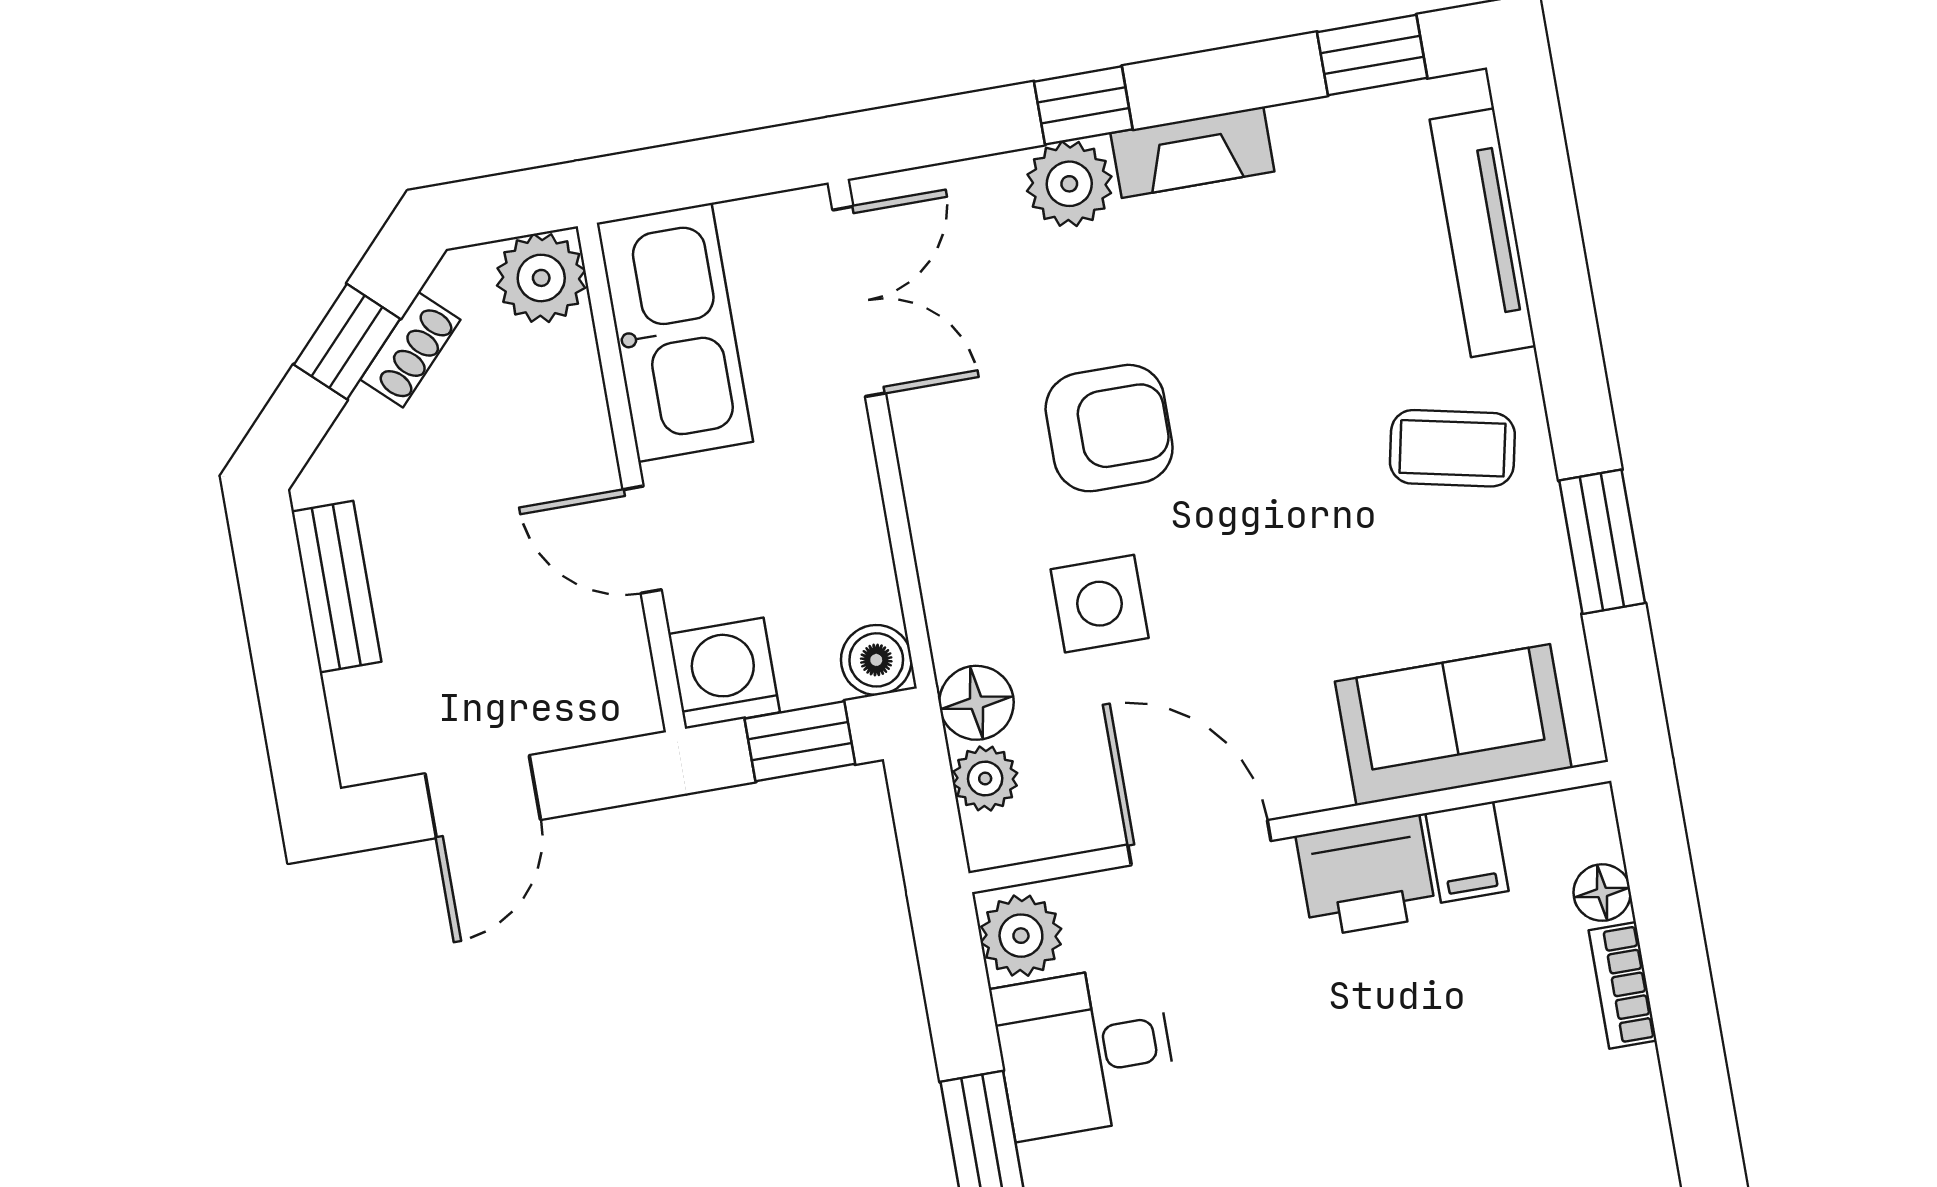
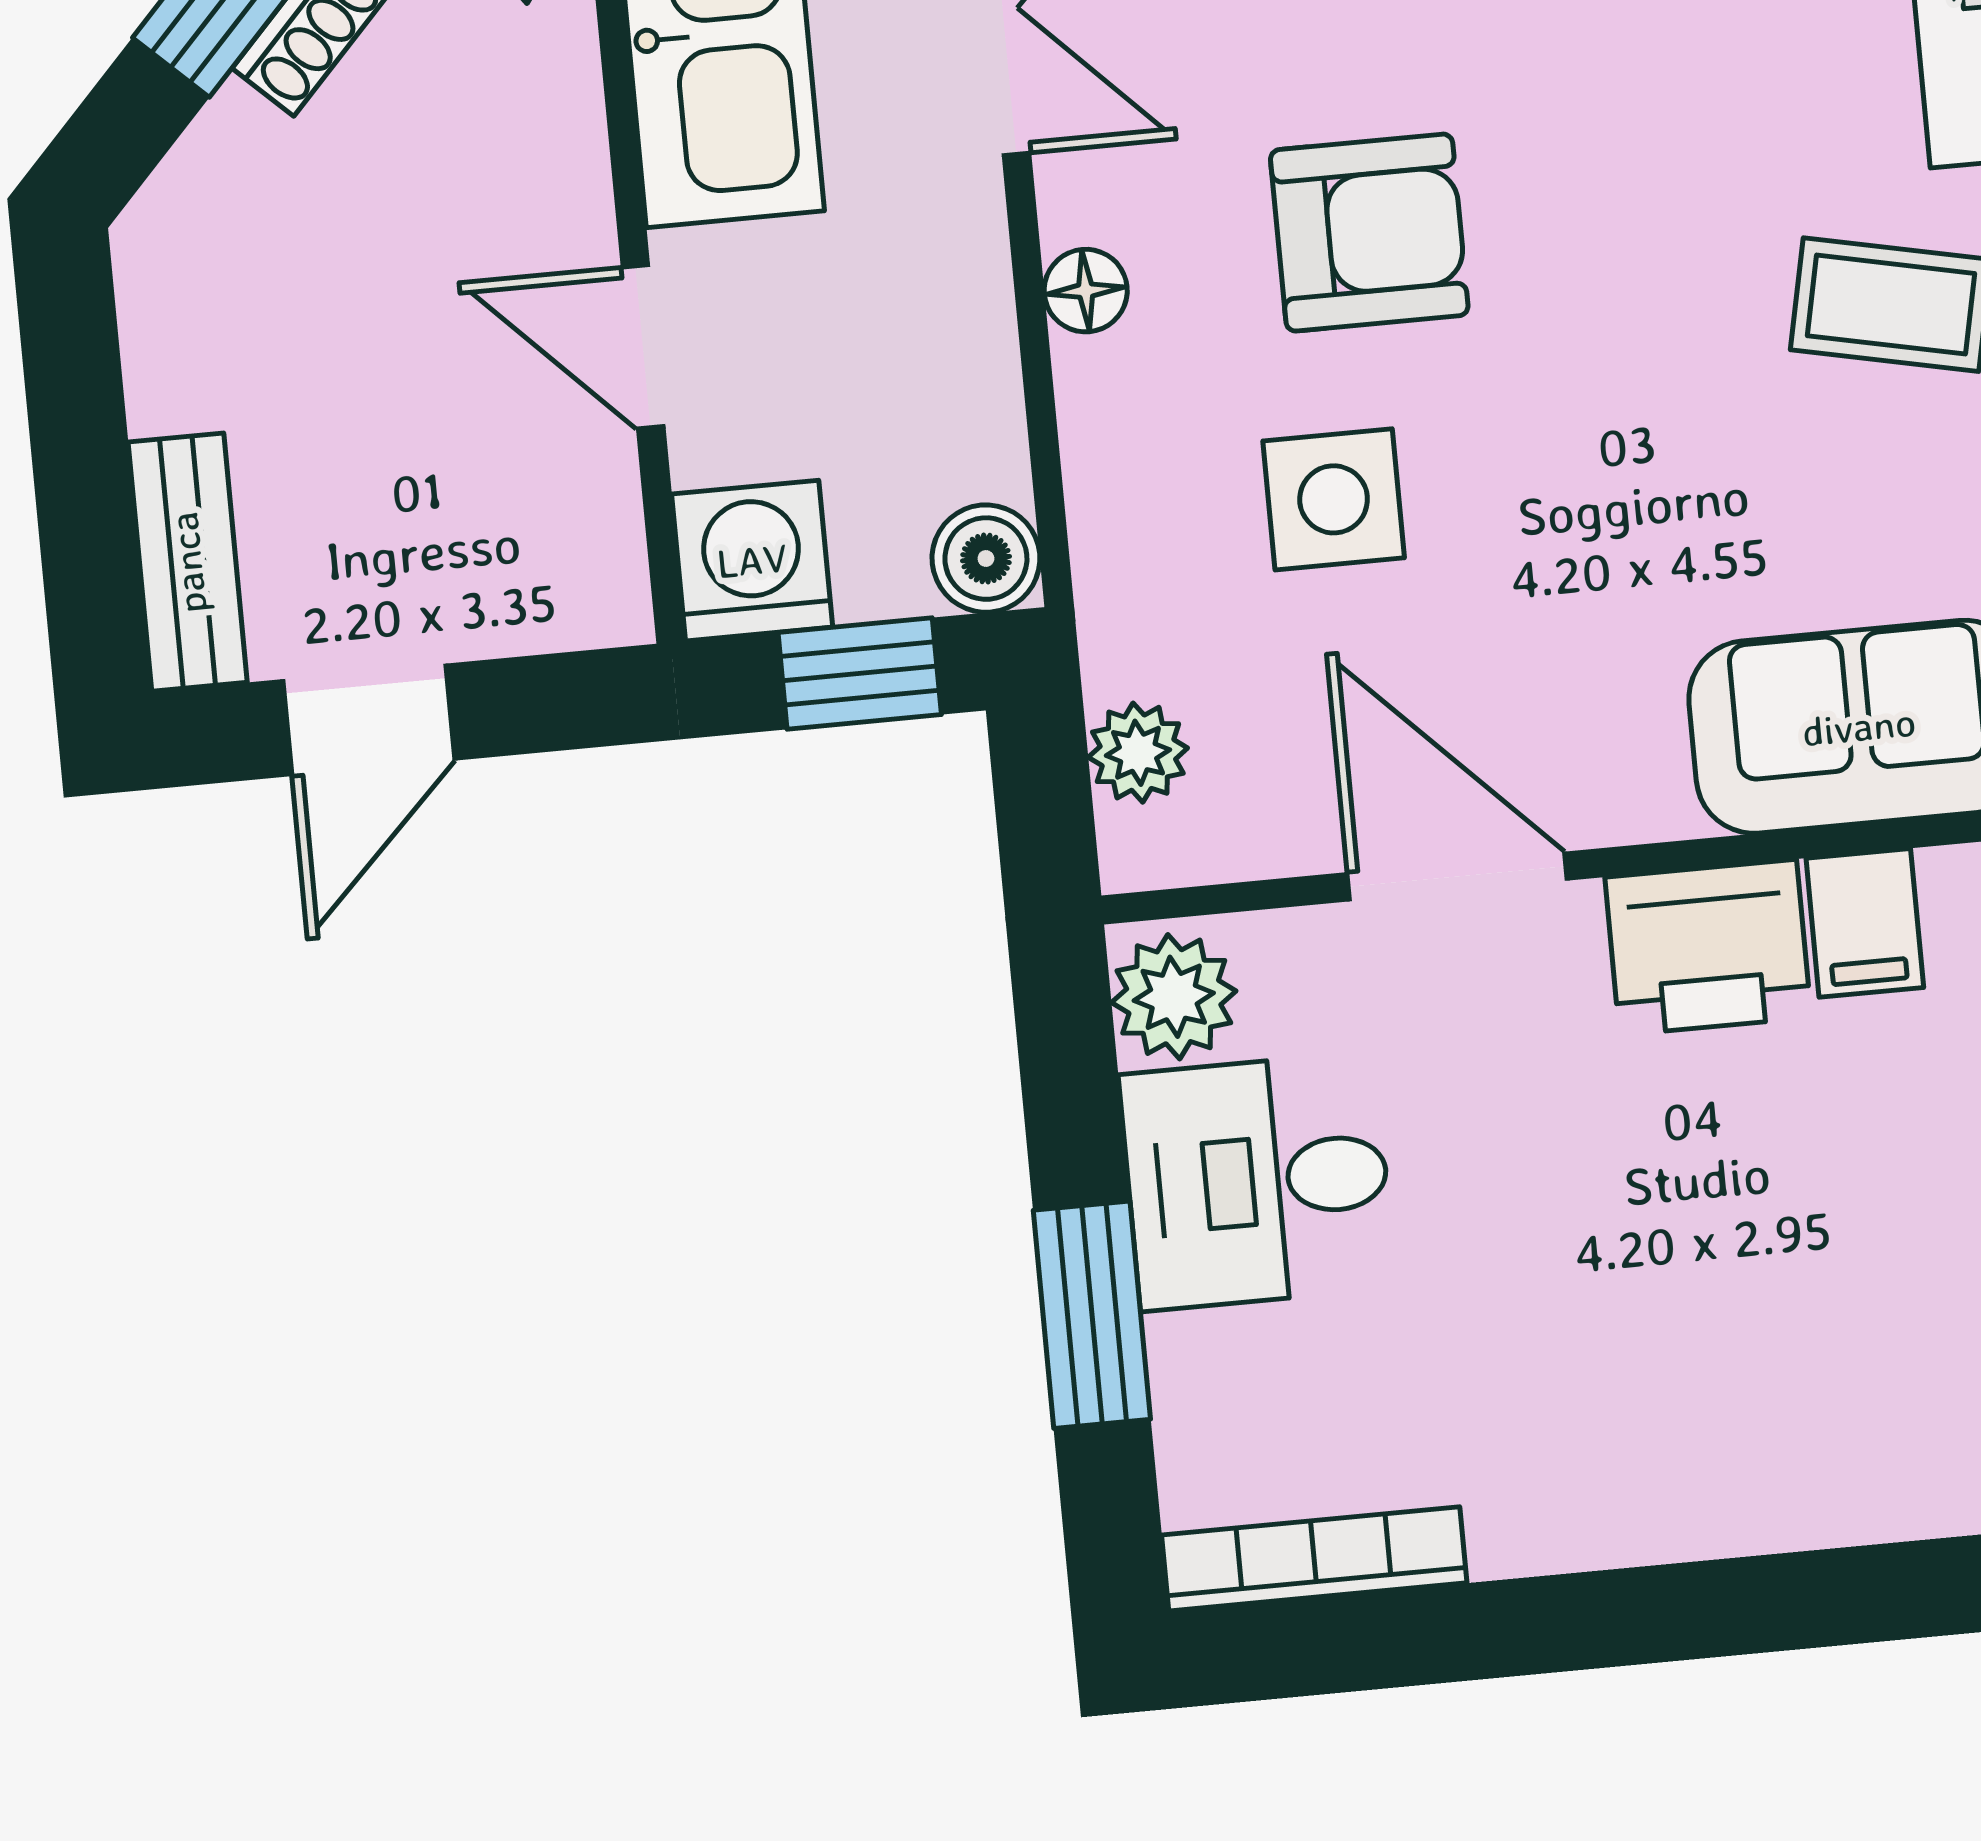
bench: (336, 587) -> (188, 562), moved
floor lamp: (976, 703) -> (1086, 291), moved, width x0.73, depth x0.73

